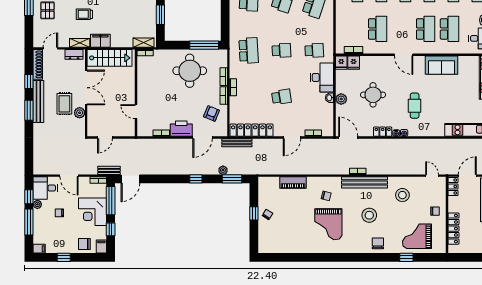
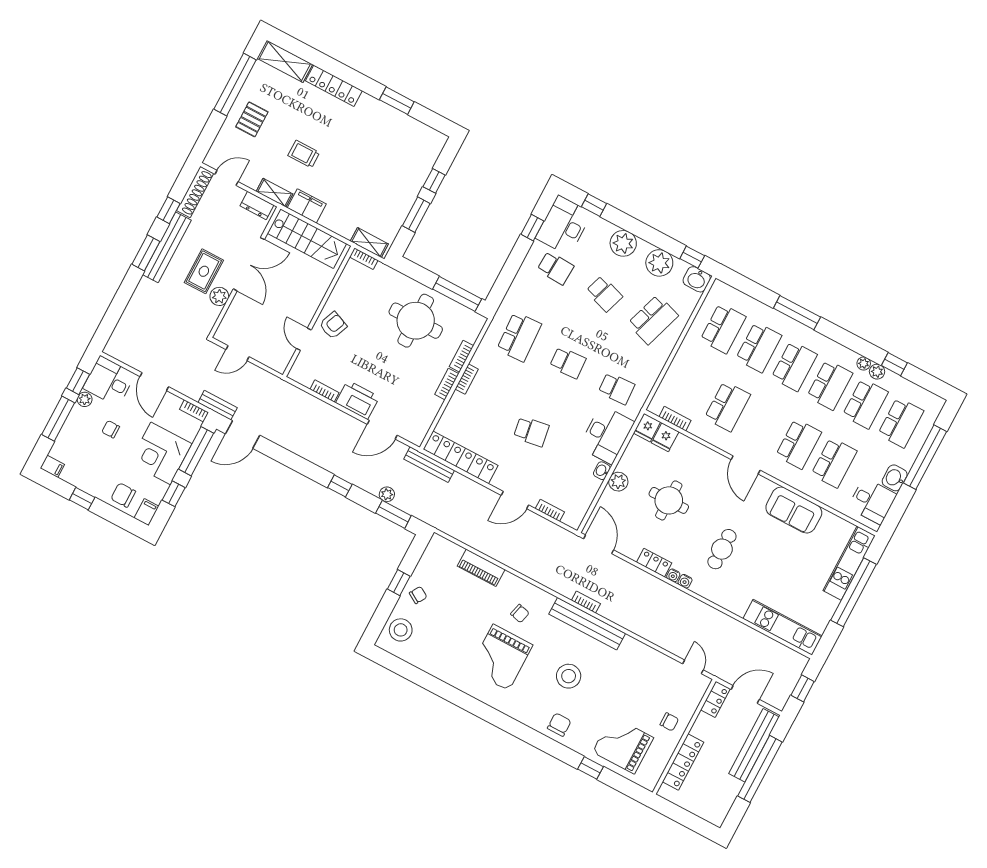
armchair: (212, 113) -> (333, 325), moved
stool: (402, 195) -> (401, 630), moved

